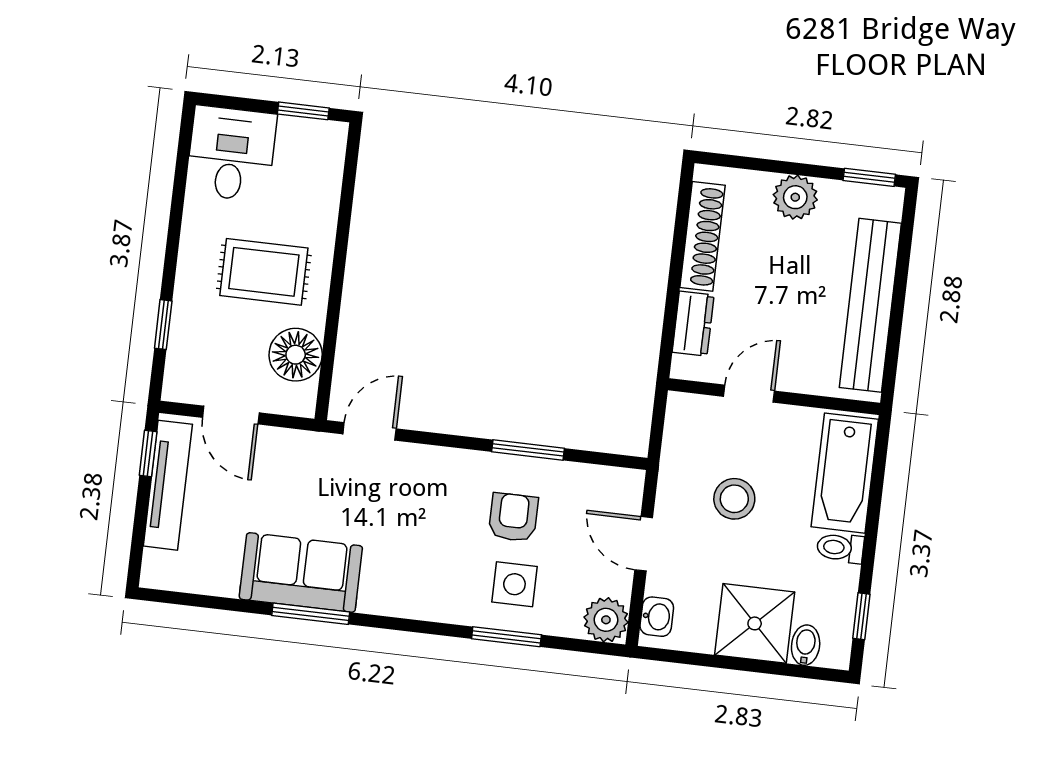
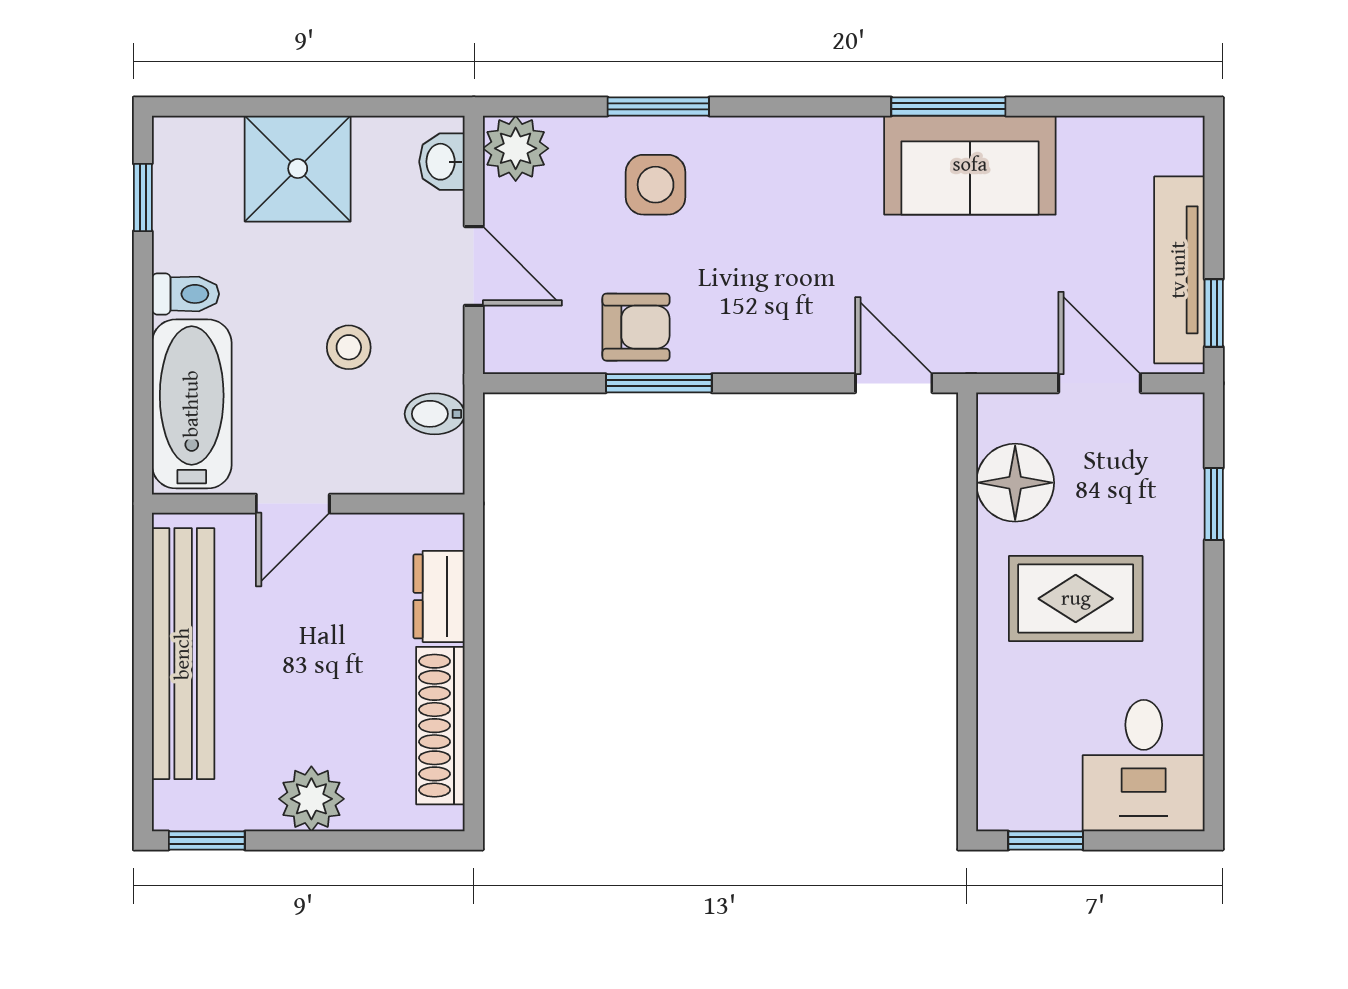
door: (749, 394) -> (293, 504), moved
door: (370, 431) -> (894, 383), swing flipped
stool: (734, 499) -> (349, 347), width x0.73, depth x0.73
armchair: (513, 517) -> (636, 327), moved, turned -90
bidet: (806, 645) -> (435, 414), moved, turned 90

